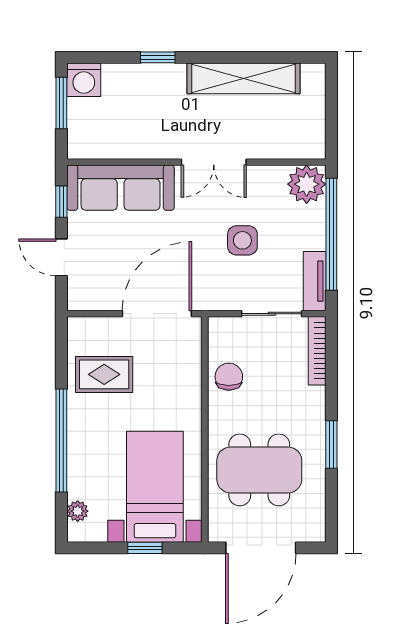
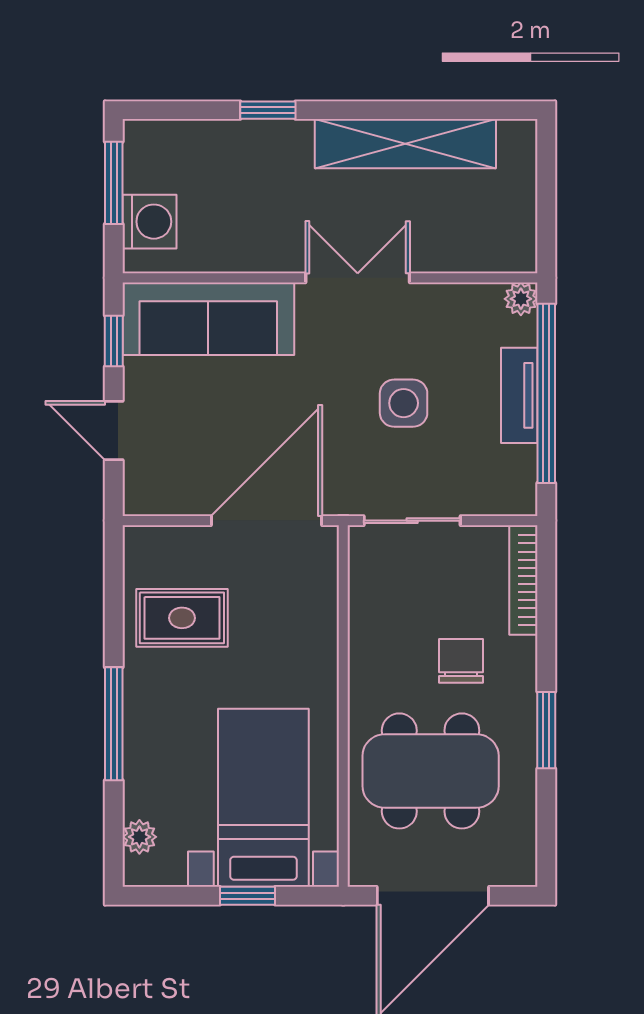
washing machine: (84, 80) -> (150, 222), moved, turned -90
double door: (214, 162) -> (358, 278), swing flipped
plant: (307, 184) -> (521, 299), width x0.53, depth x0.53
tv unit: (315, 281) -> (519, 395), moved
sliding door: (272, 314) -> (412, 521), moved
chair: (229, 377) -> (461, 661), moved
window: (61, 440) -> (114, 724), width x0.68

